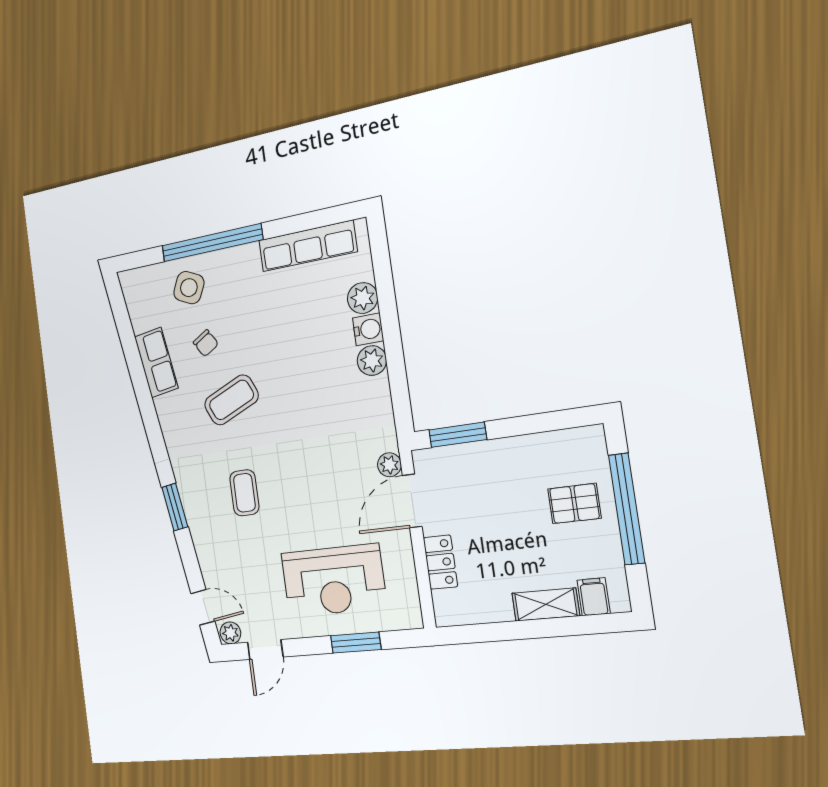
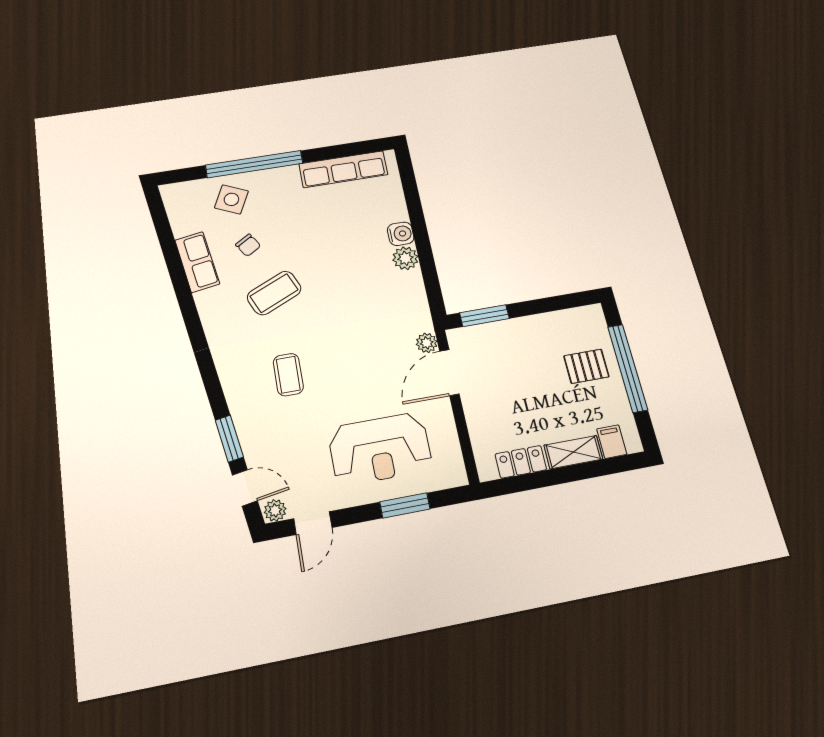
plant: (363, 298) -> (394, 210), removed
window: (175, 507) -> (229, 439), moved
locker: (440, 562) -> (521, 462), moved, turned -90

